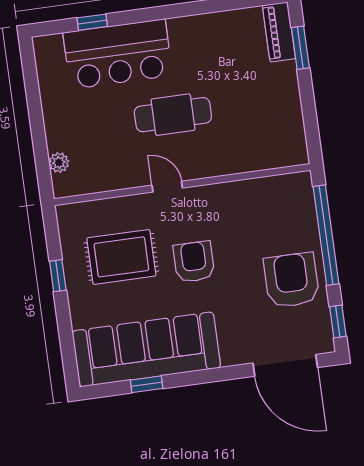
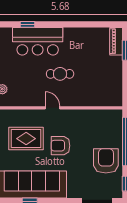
cafe table: (173, 115) -> (60, 74), width x0.73, depth x0.74
armchair: (194, 262) -> (60, 146), turned -90

